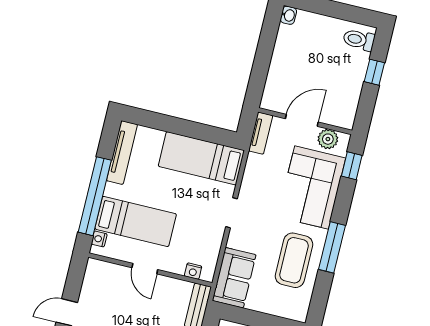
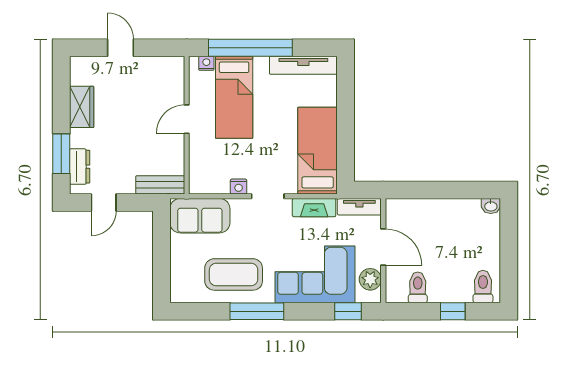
toilet: (345, 98) -> (418, 287), added
fireplace: (252, 174) -> (314, 208), added
nightstand: (193, 271) -> (239, 187), moved, turned -90

